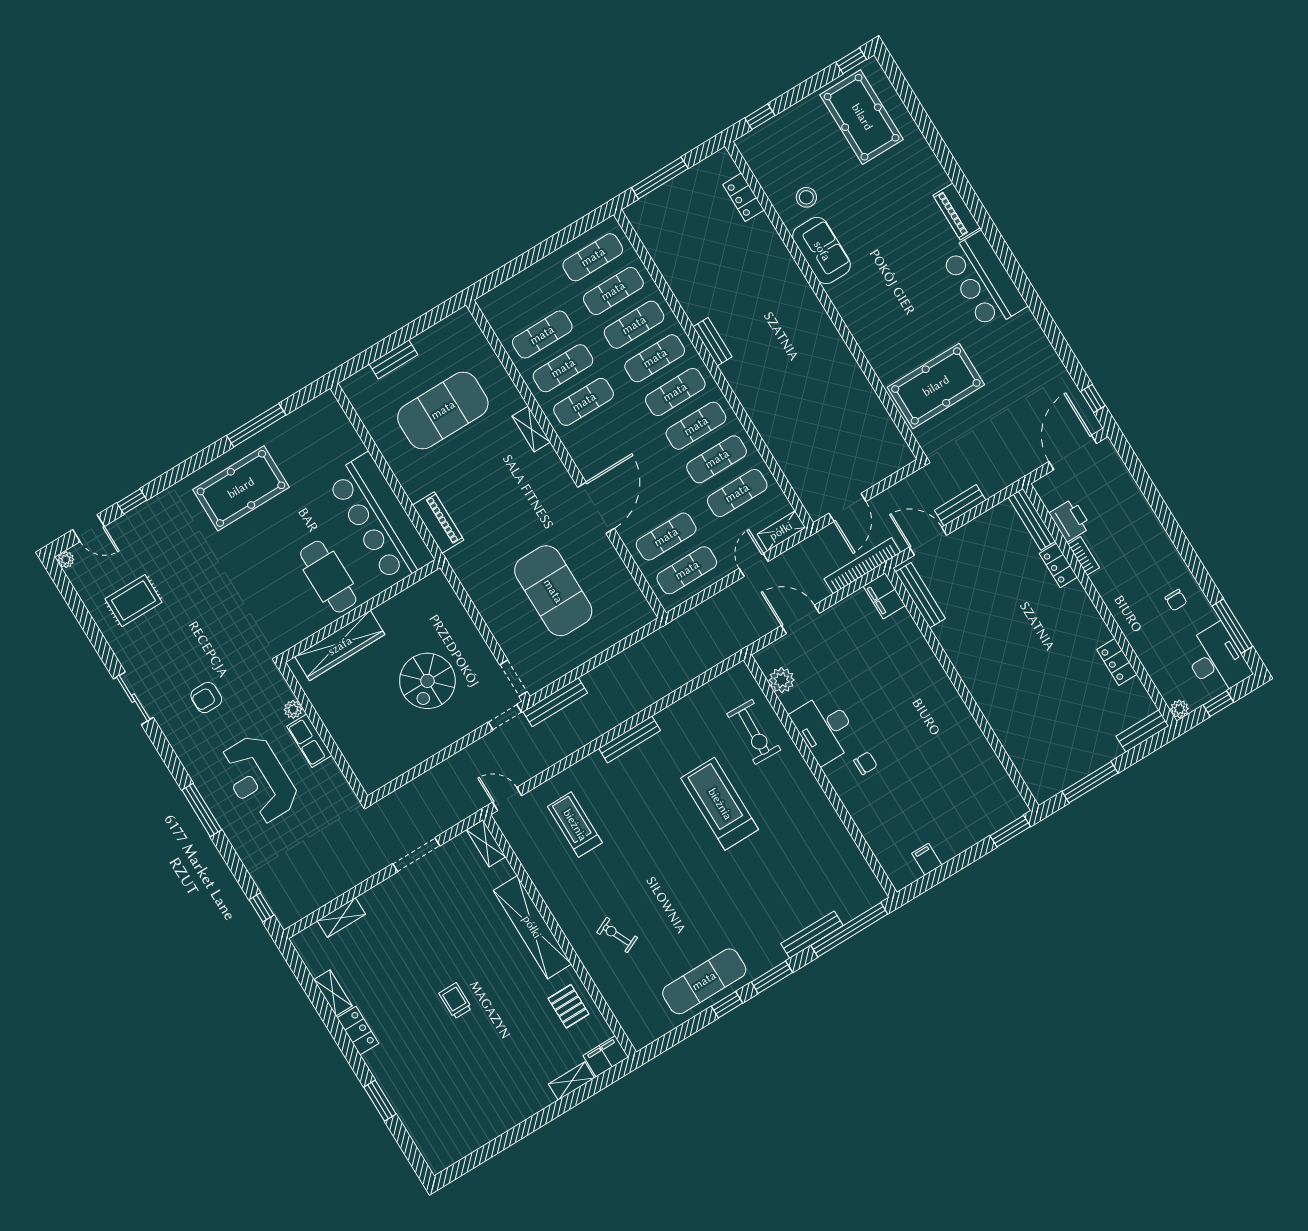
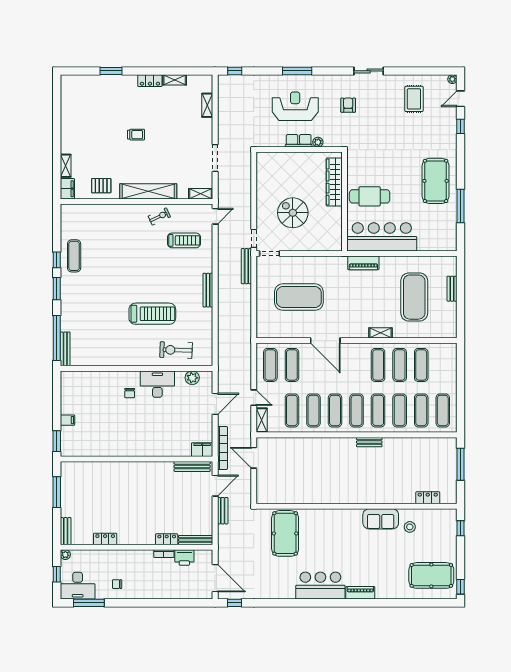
filing cabinet: (927, 859) -> (67, 420), moved
exercise bike: (617, 935) -> (159, 216), moved
bench: (812, 935) -> (65, 349), moved
exercise mat: (704, 981) -> (74, 256), width x0.73, depth x0.69

